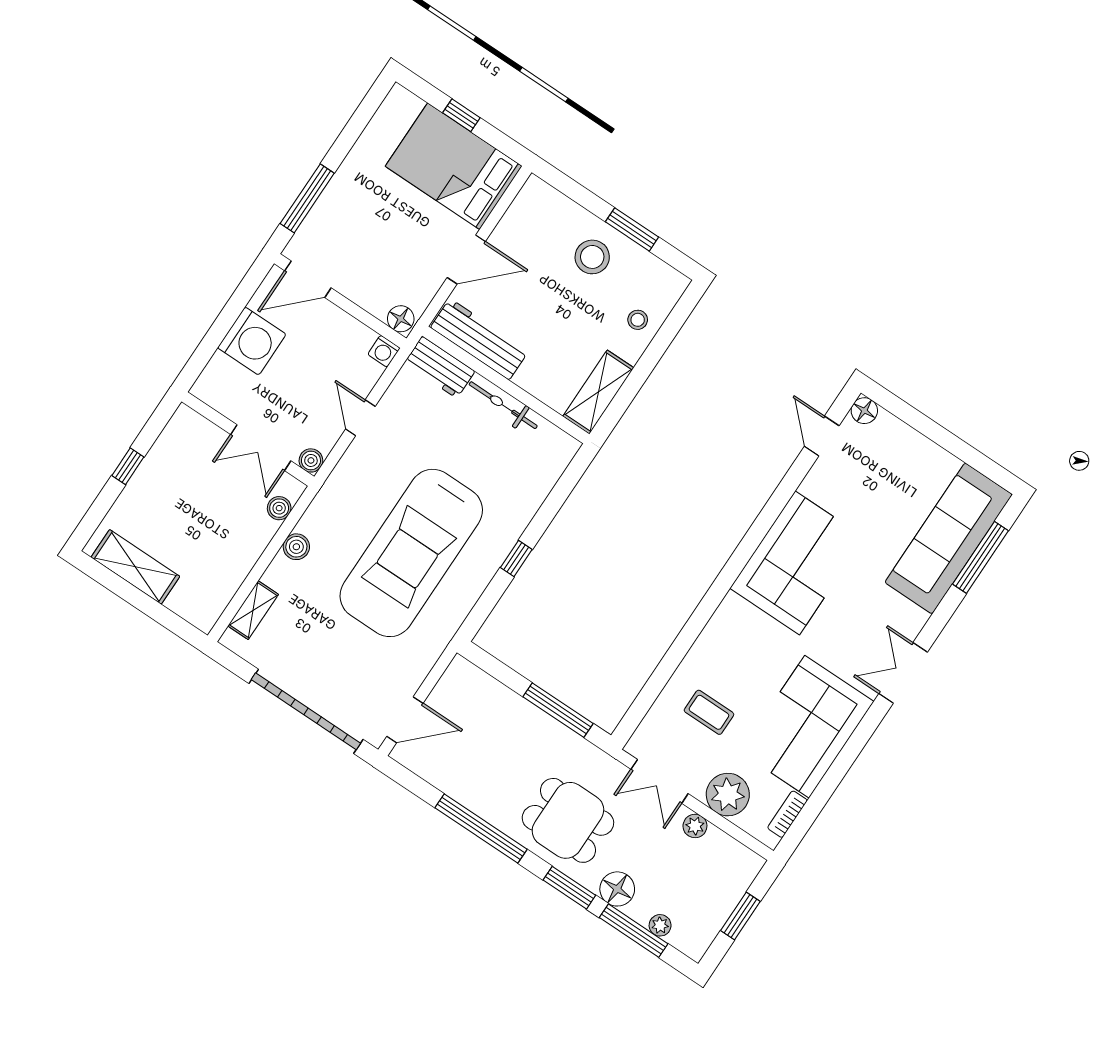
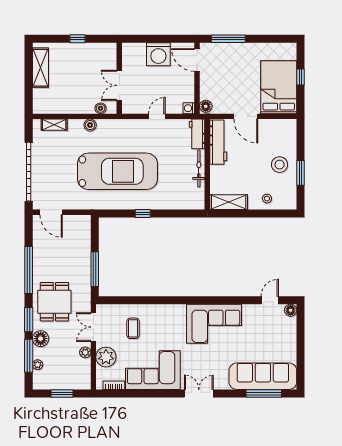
boiler: (311, 460) -> (127, 108), removed
car: (411, 553) -> (118, 171), turned 180

